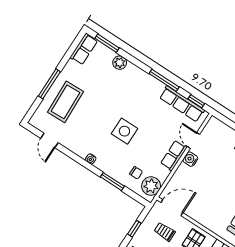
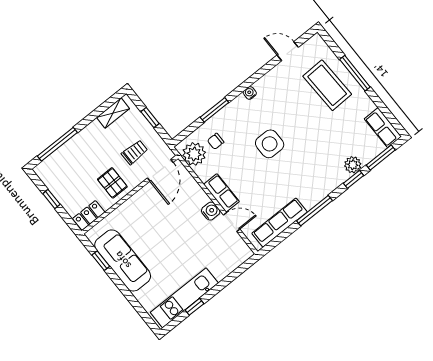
window: (196, 101) -> (353, 179), moved

